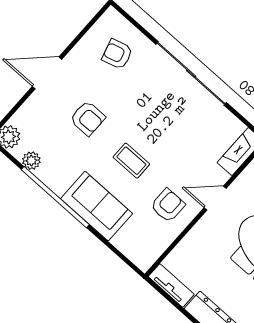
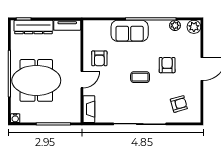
armchair: (88, 118) -> (167, 65), turned 90
coffee table: (131, 161) -> (140, 77), moved

